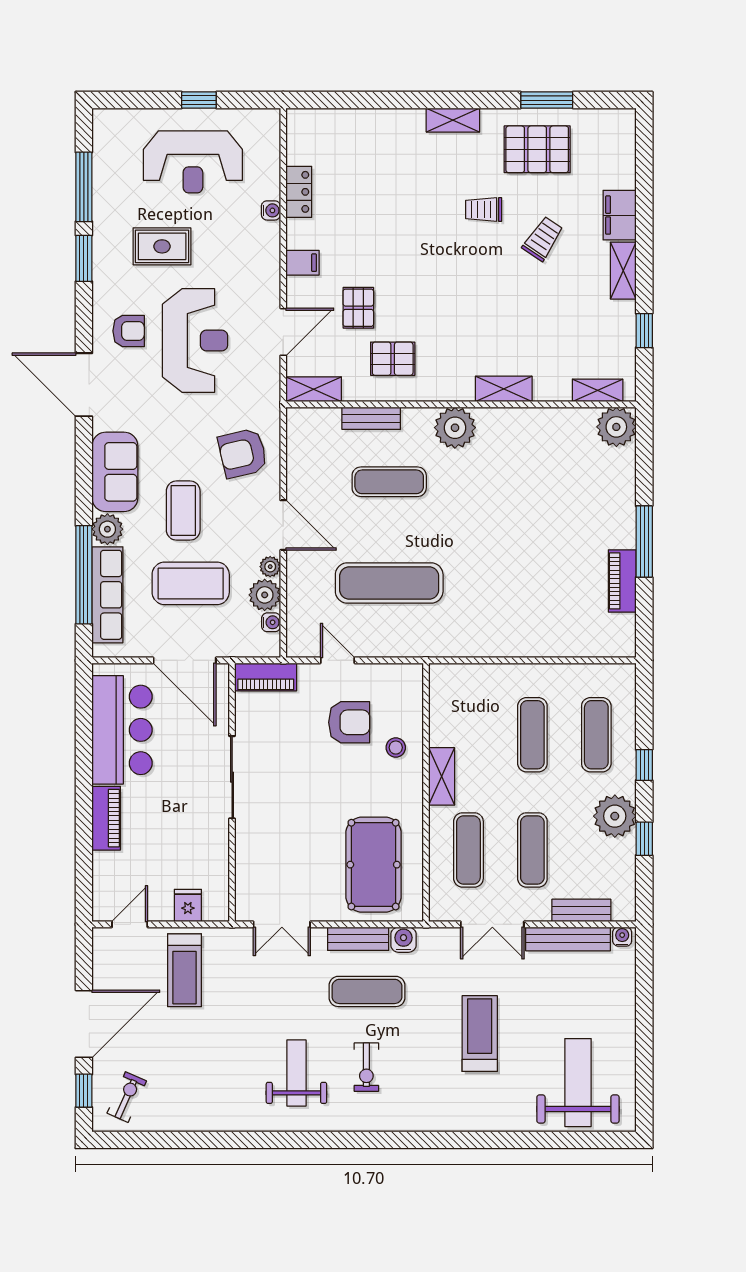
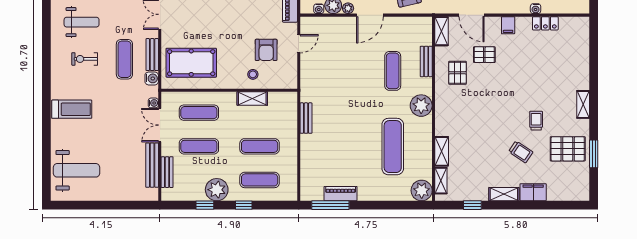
pallet: (537, 149) -> (568, 149), turned 90
shelving: (504, 389) -> (442, 151), moved
window: (644, 542) -> (330, 205), moved
exercise mat: (389, 583) -> (393, 147), moved
bench: (479, 647) -> (306, 118), added
shelving: (442, 776) -> (252, 99), moved
water cooler: (622, 937) -> (153, 103), moved
treadmill: (480, 1034) -> (72, 109), moved

